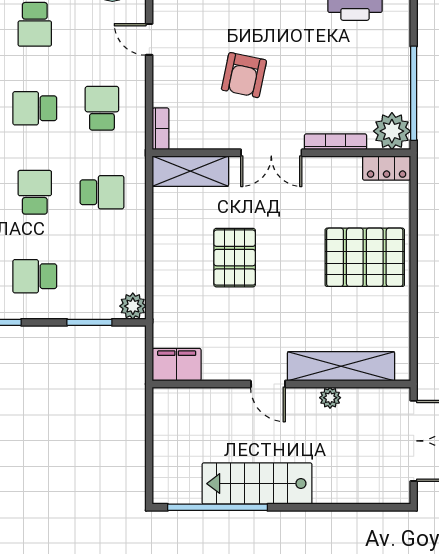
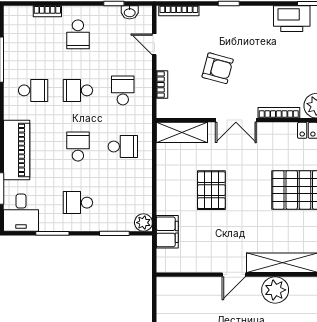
armchair: (244, 75) -> (218, 68), turned -87
bookcase: (161, 129) -> (162, 85), moved
filing cabinet: (177, 365) -> (167, 232), moved, turned 90
door: (268, 384) -> (234, 275), hinge flipped
plant: (330, 398) -> (275, 290), width x1.88, depth x1.88

